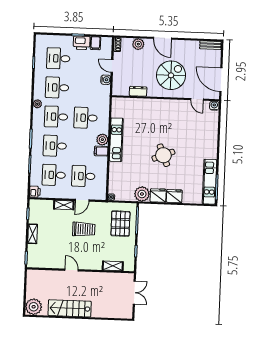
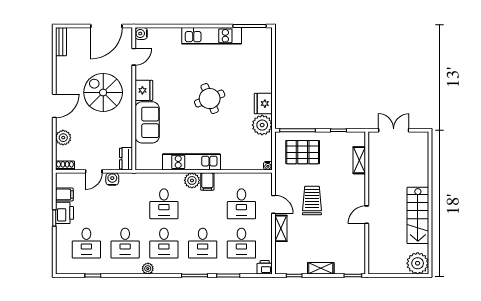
dresser: (138, 91) -> (126, 159), moved
sofa: (147, 108) -> (147, 122), added
kitchen unit: (210, 182) -> (212, 36), moved
fridge: (174, 196) -> (144, 90), moved, turned 180

